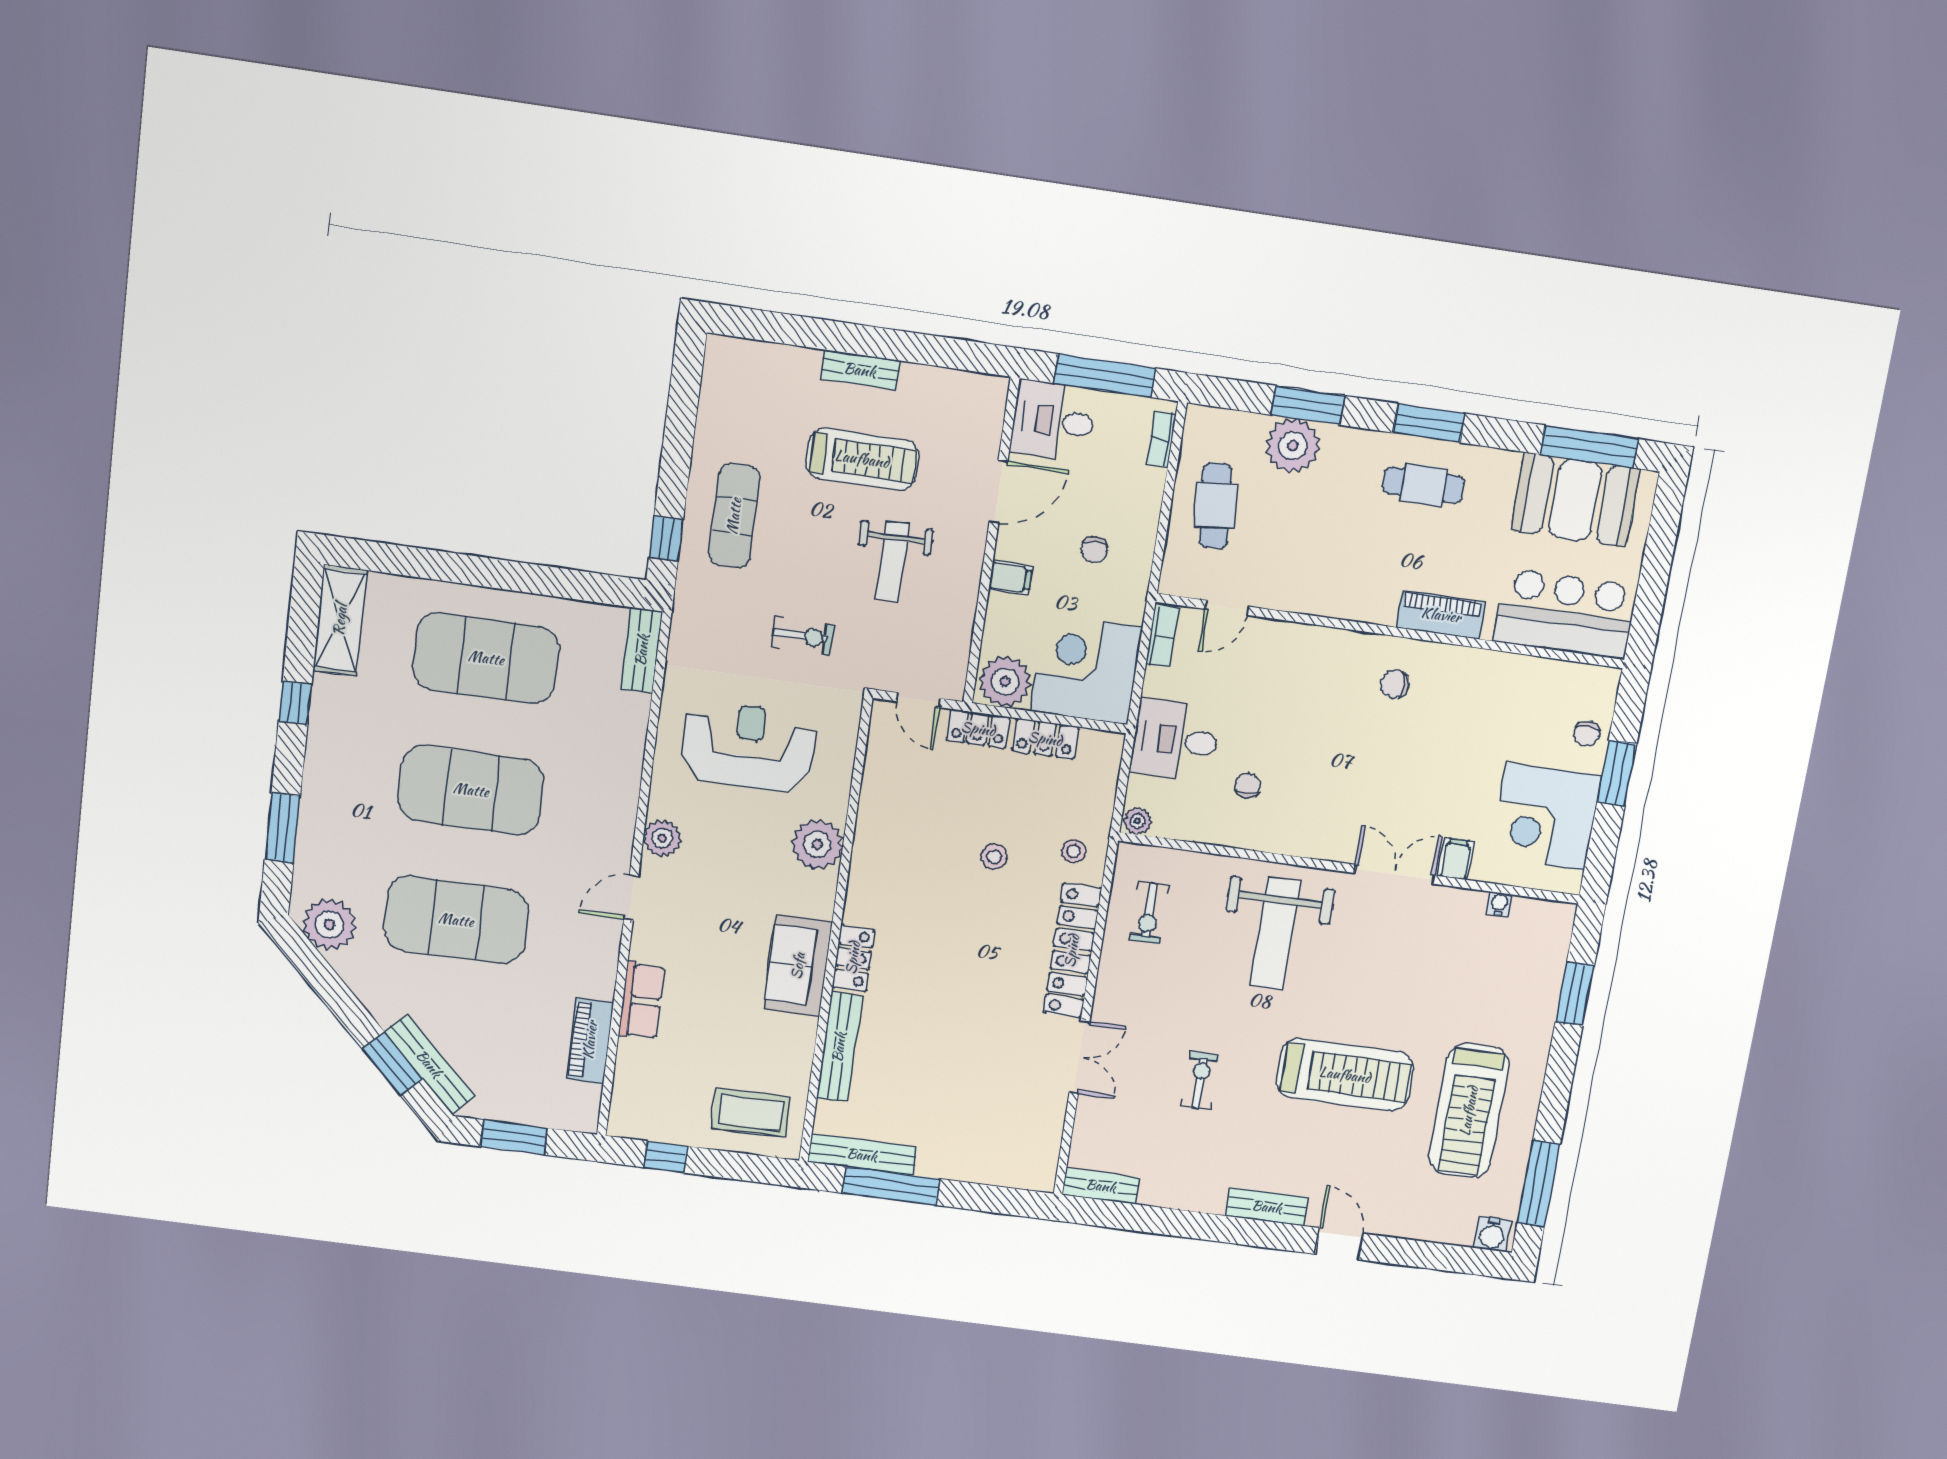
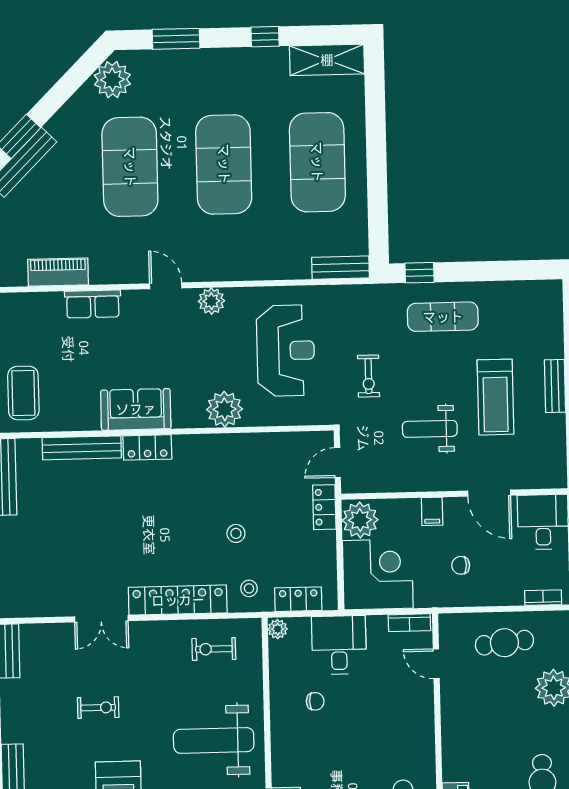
locker: (1045, 739) -> (298, 599), moved, turned 90

